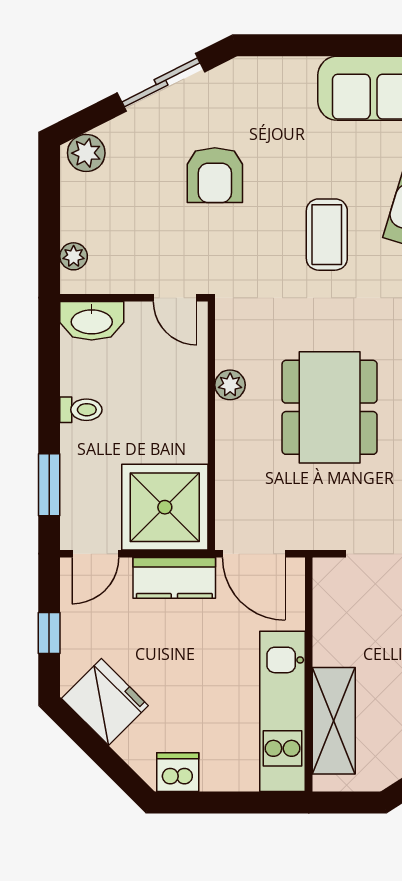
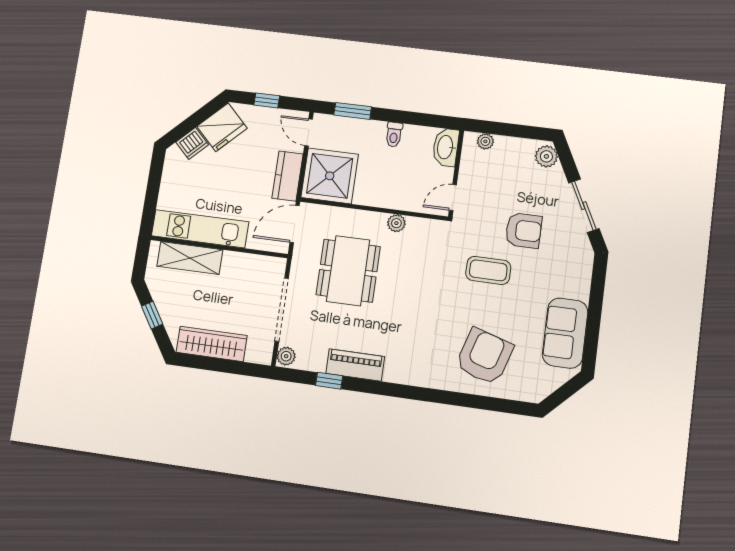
armchair: (215, 175) -> (524, 230), turned 180
coffee table: (327, 235) -> (488, 270), moved
dining table: (330, 407) -> (348, 271), moved, turned 90
dishwasher: (178, 772) -> (192, 143), moved, turned 45

